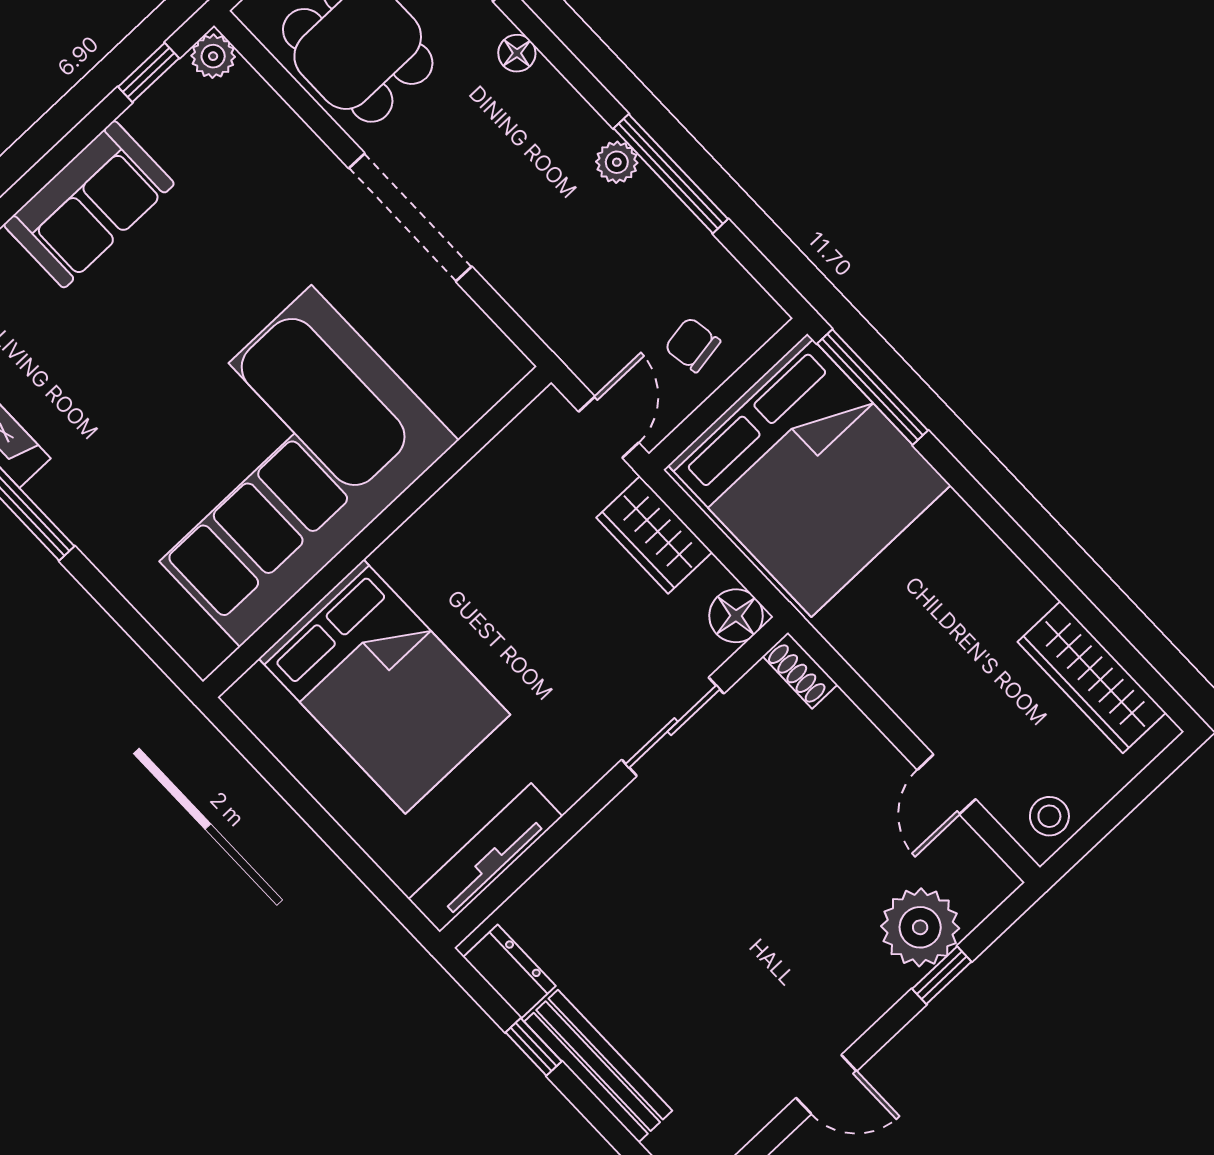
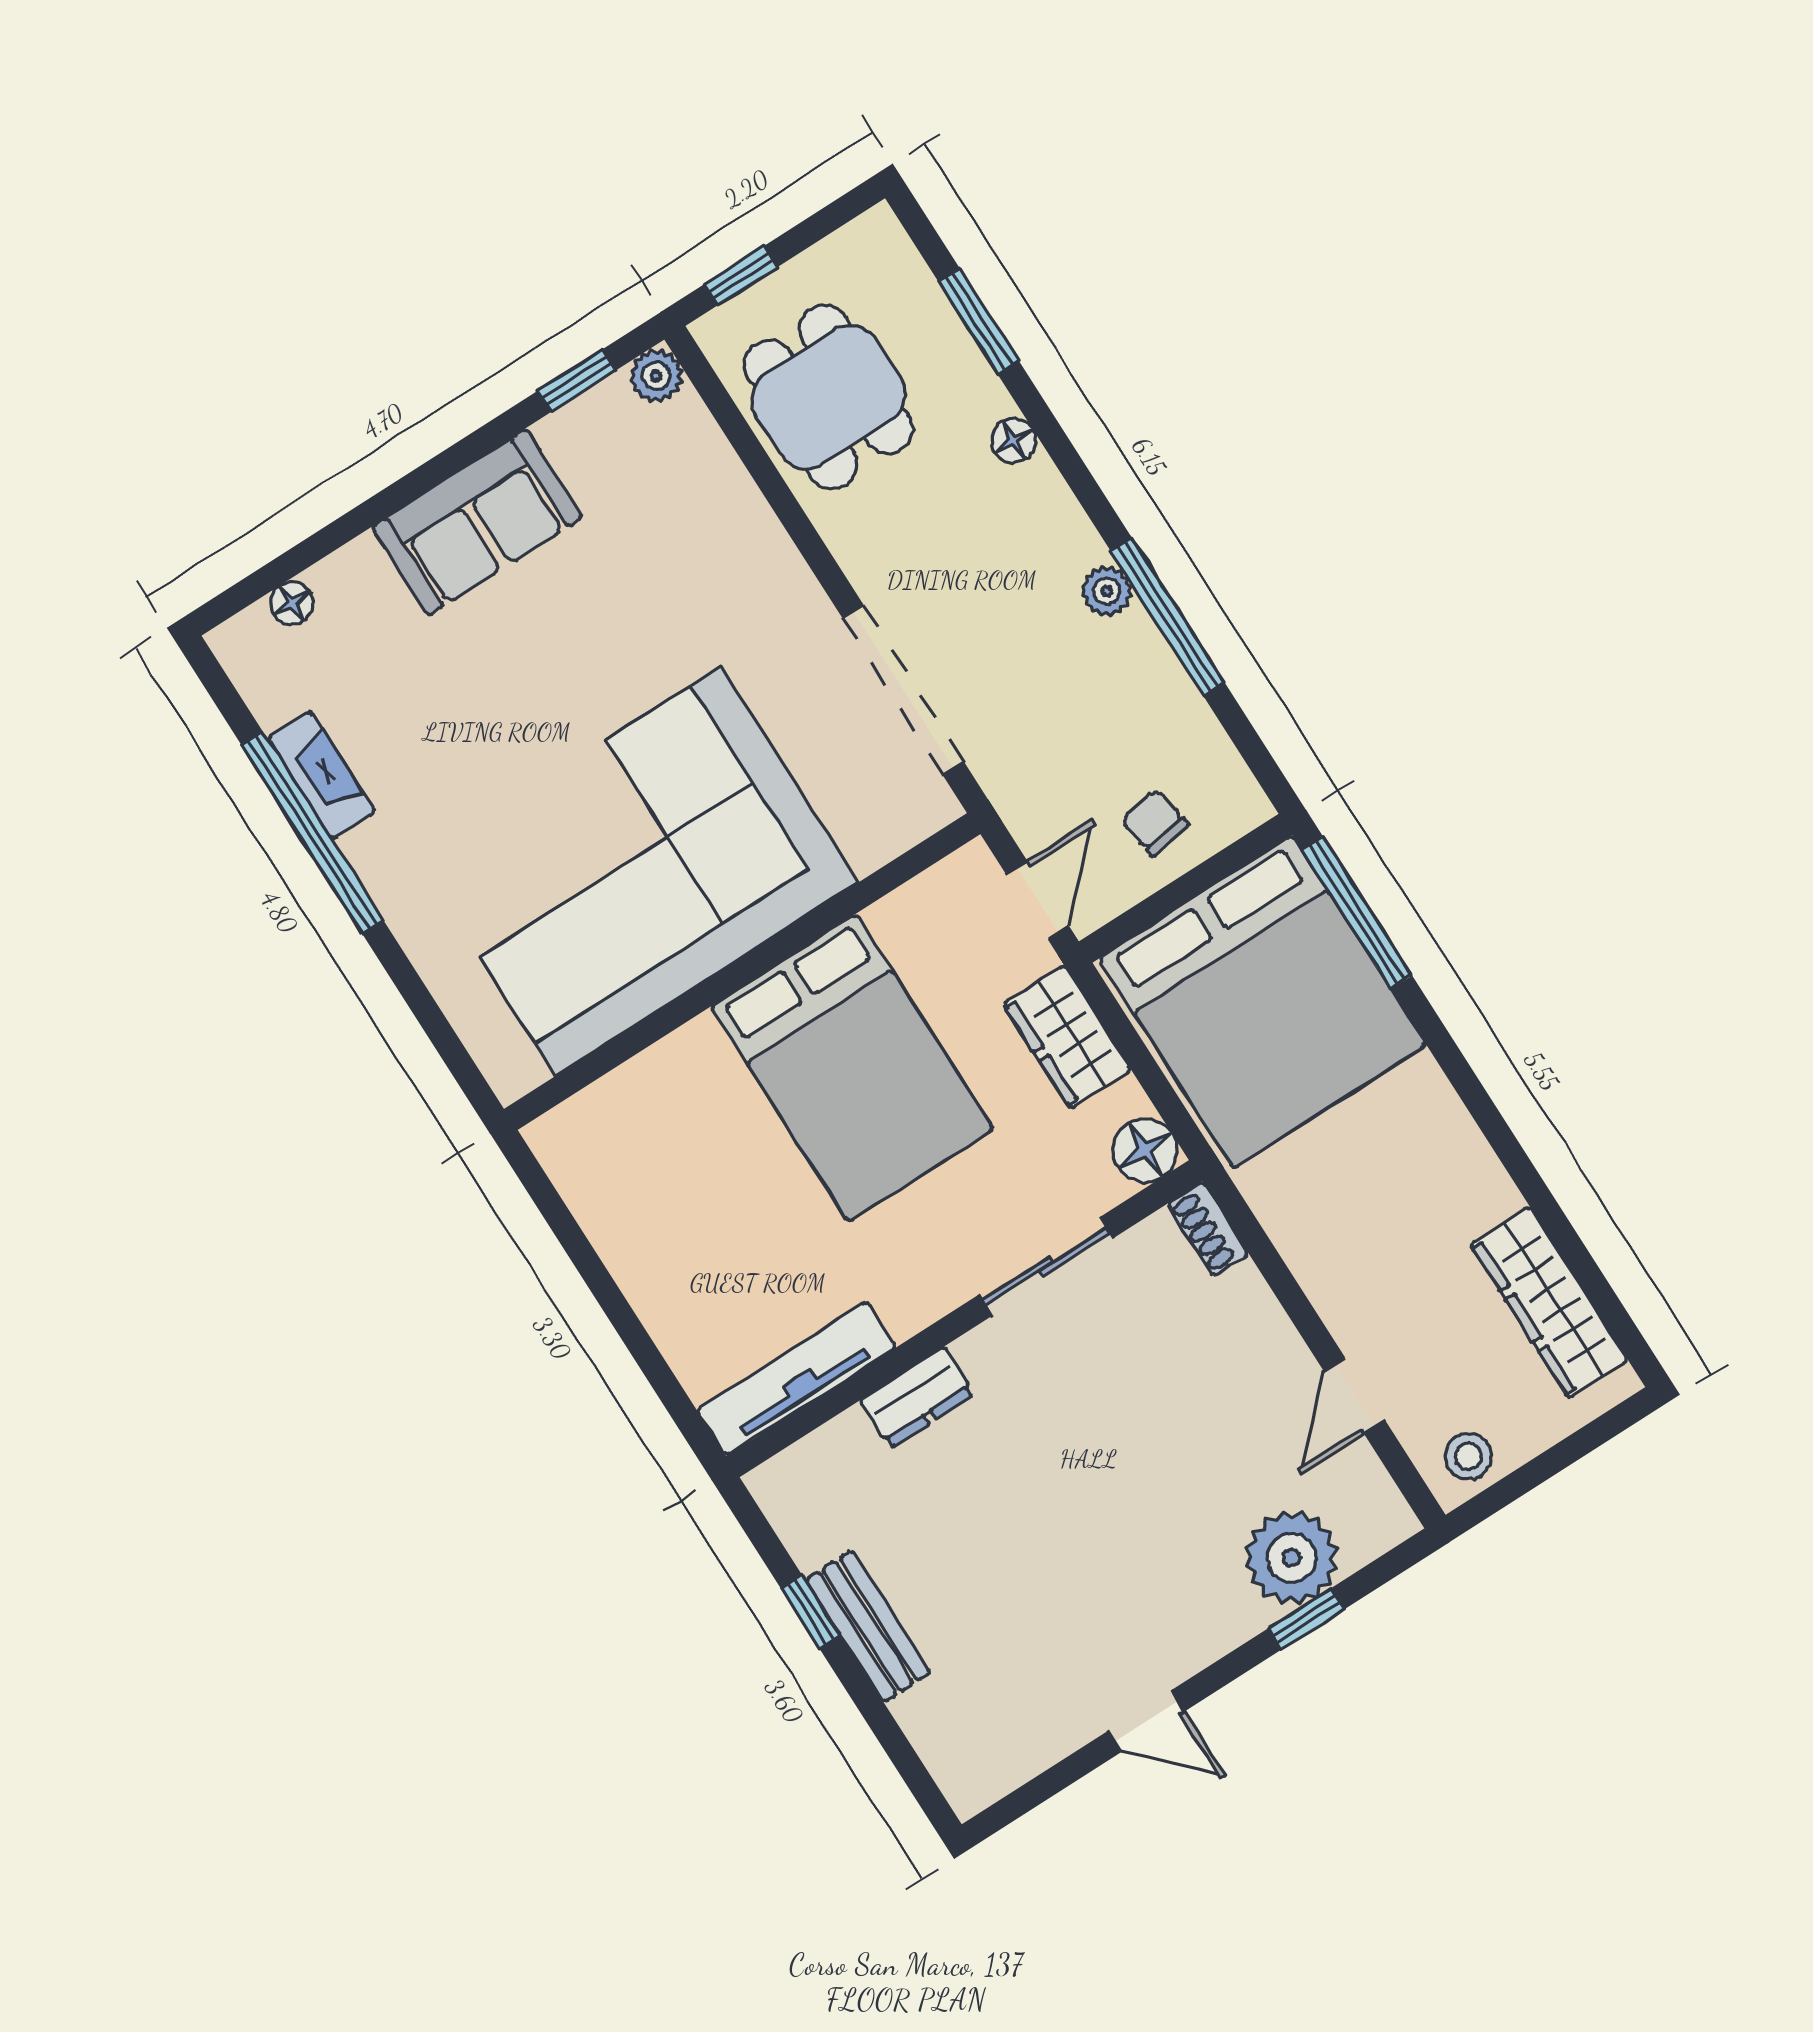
doorway: (410, 217) -> (903, 690), moved
bed: (384, 687) -> (852, 1068), moved
dresser: (509, 971) -> (917, 1398), moved, turned 90
bench: (598, 1066) -> (868, 1626), width x0.73

